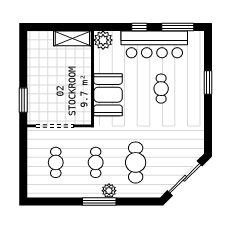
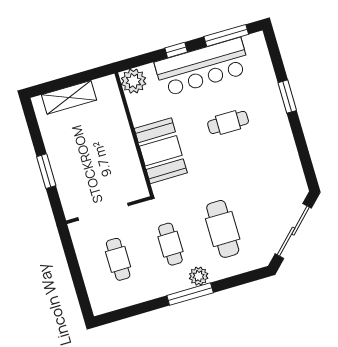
shelving: (72, 38) -> (69, 97), moved
cafe table: (161, 89) -> (228, 122), turned 90
window: (23, 100) -> (46, 171), moved

